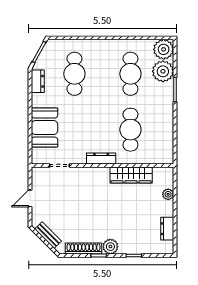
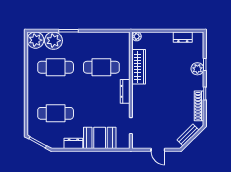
dresser: (38, 81) -> (73, 143), moved
plant: (168, 194) -> (137, 36), moved
plant: (110, 247) -> (197, 69), moved

